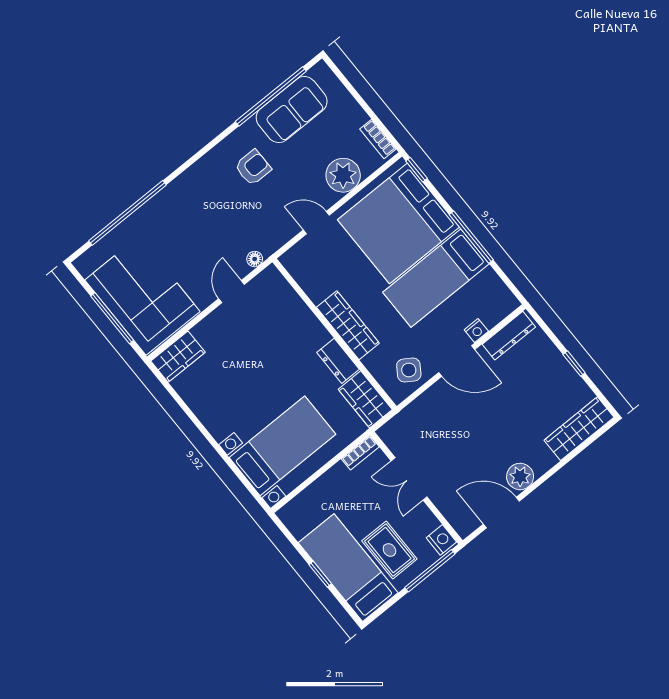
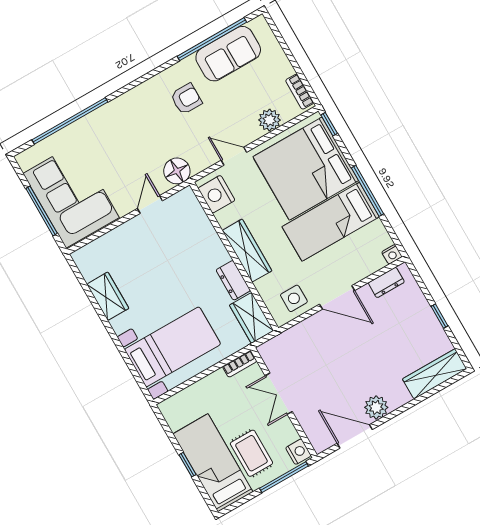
plant: (343, 175) -> (269, 120), width x0.73, depth x0.73
floor lamp: (255, 259) -> (177, 171), width x1.89, depth x1.89
nightstand: (304, 268) -> (216, 194), added
nightstand: (476, 331) -> (392, 254), moved
dresser: (509, 336) -> (386, 282), width x0.70
wardrobe: (178, 357) -> (108, 296), moved, turned -90
side table: (409, 370) -> (294, 298), turned -34

